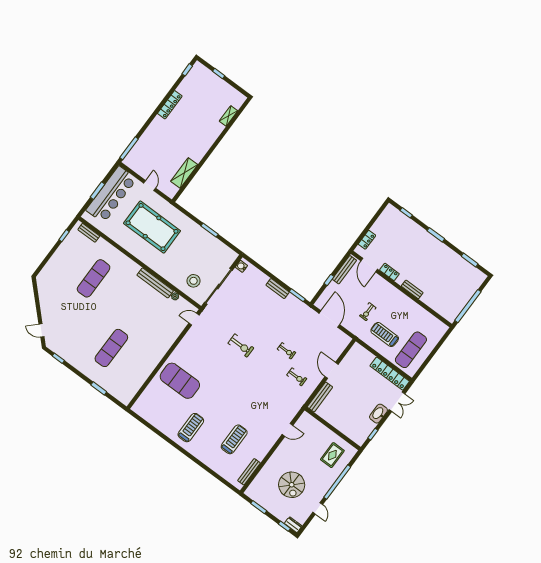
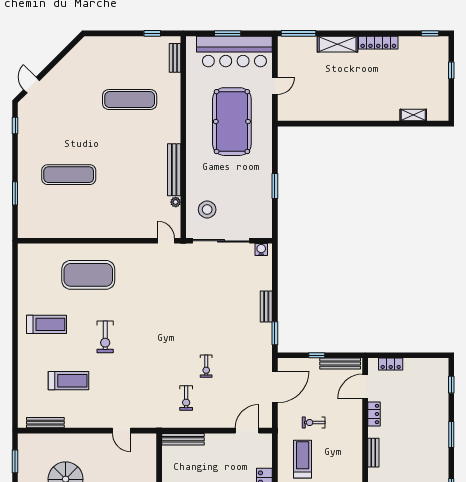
shelving: (184, 173) -> (338, 44), moved
exercise bike: (241, 346) -> (105, 337), moved
door: (332, 370) -> (247, 431), moved
exercise mat: (180, 381) -> (88, 275), turned 90

